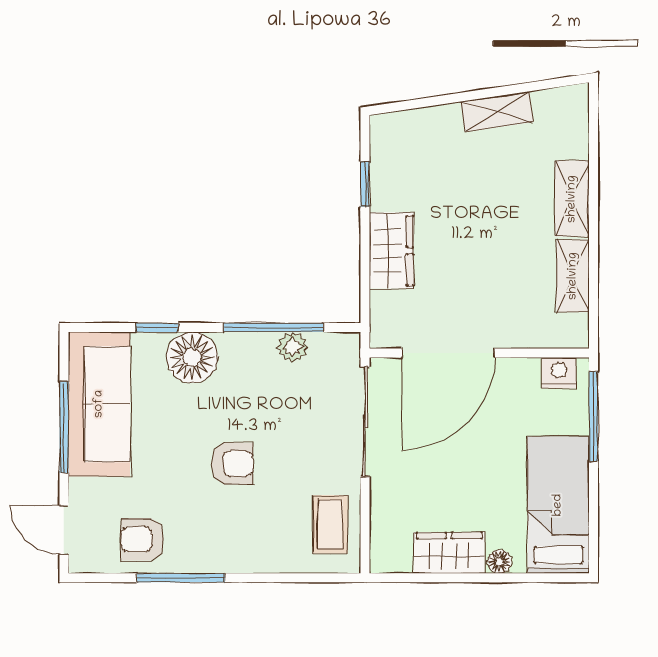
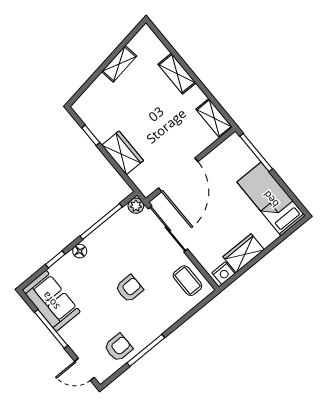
shelving: (573, 276) -> (214, 118), moved
plant: (293, 347) -> (136, 206), moved
floor lamp: (192, 357) -> (80, 251), width x0.53, depth x0.53
nightstand: (559, 373) -> (223, 273), moved, turned 180
sofa: (99, 404) -> (51, 301), width x0.73
armchair: (142, 539) -> (118, 347), turned 180
floor lamp: (499, 562) -> (266, 240), removed

